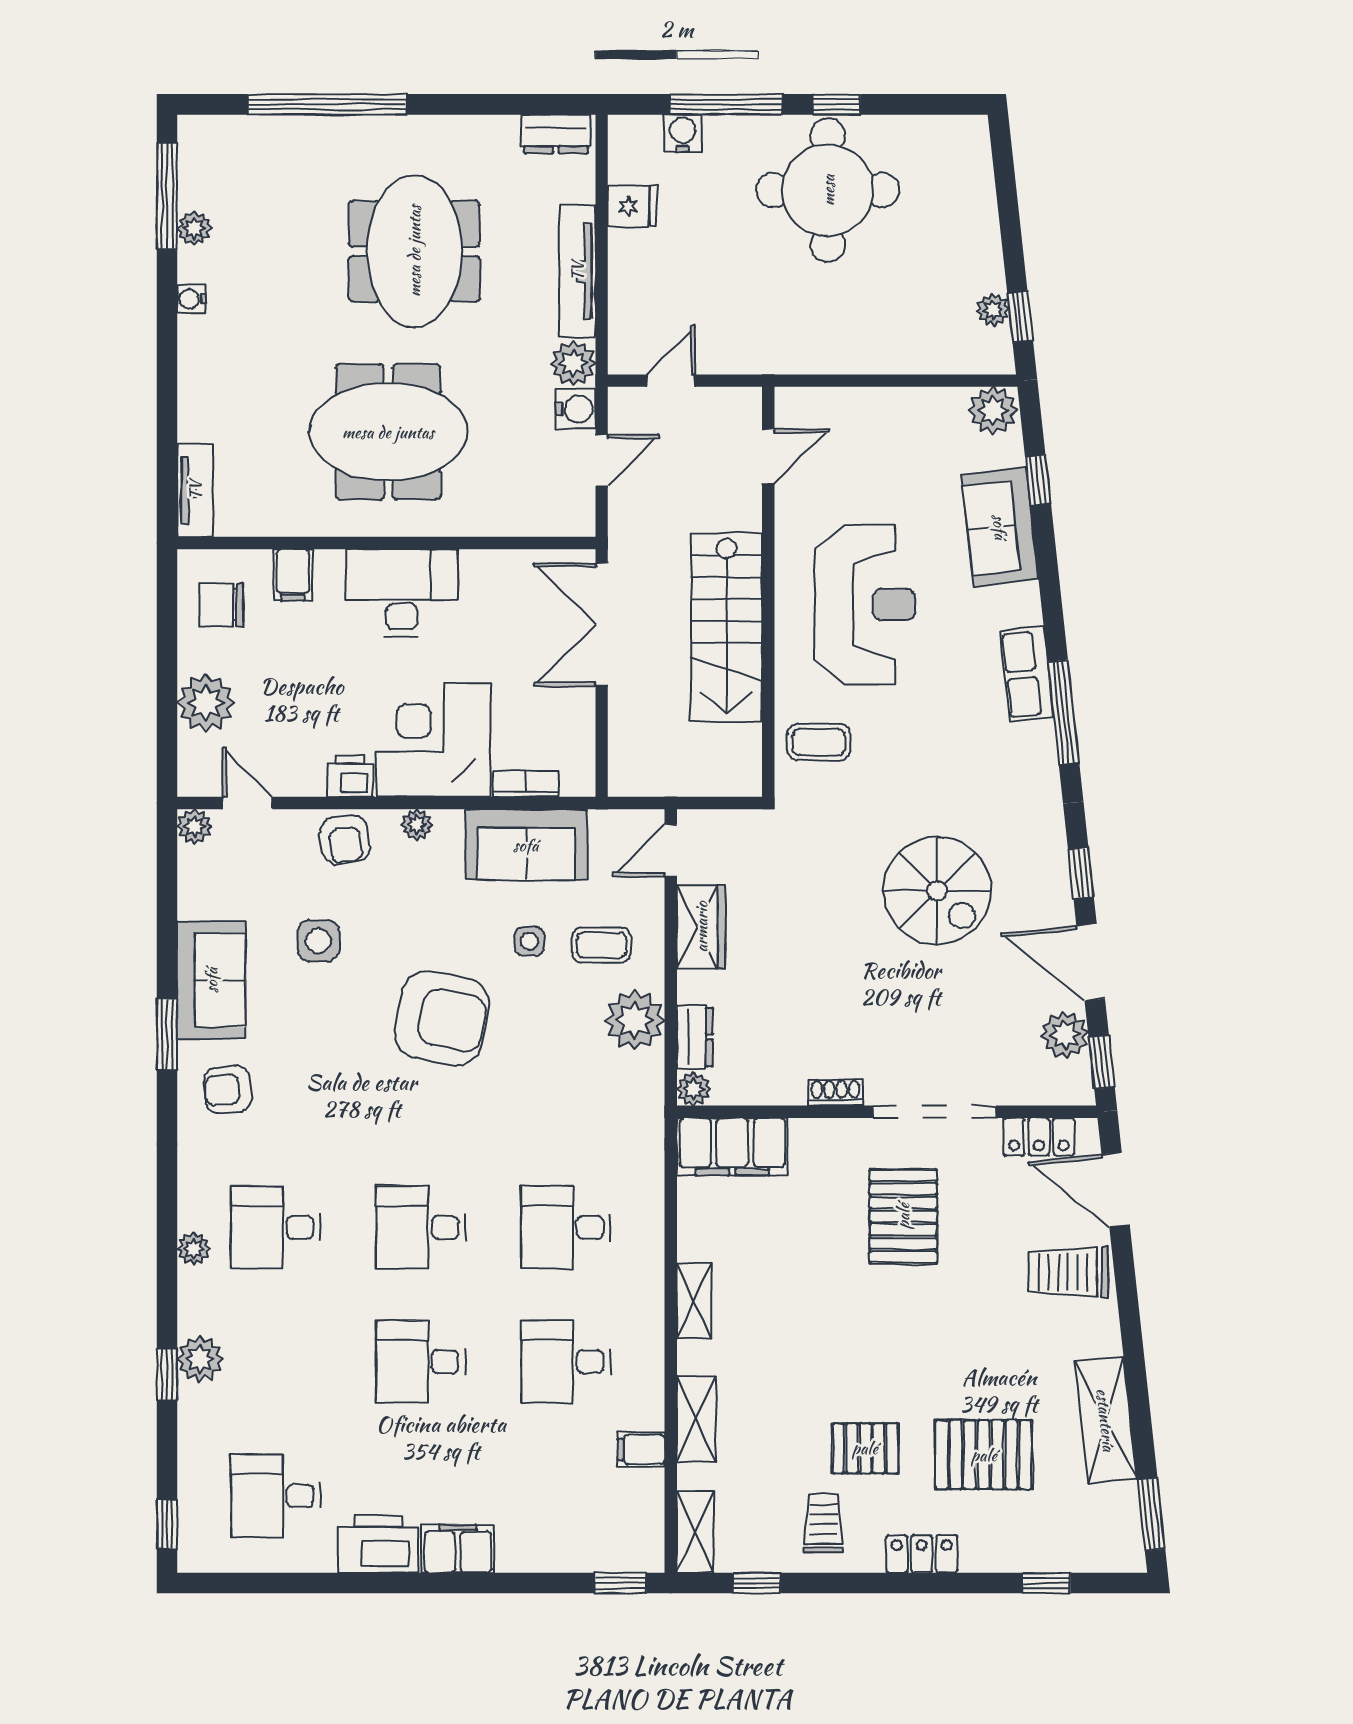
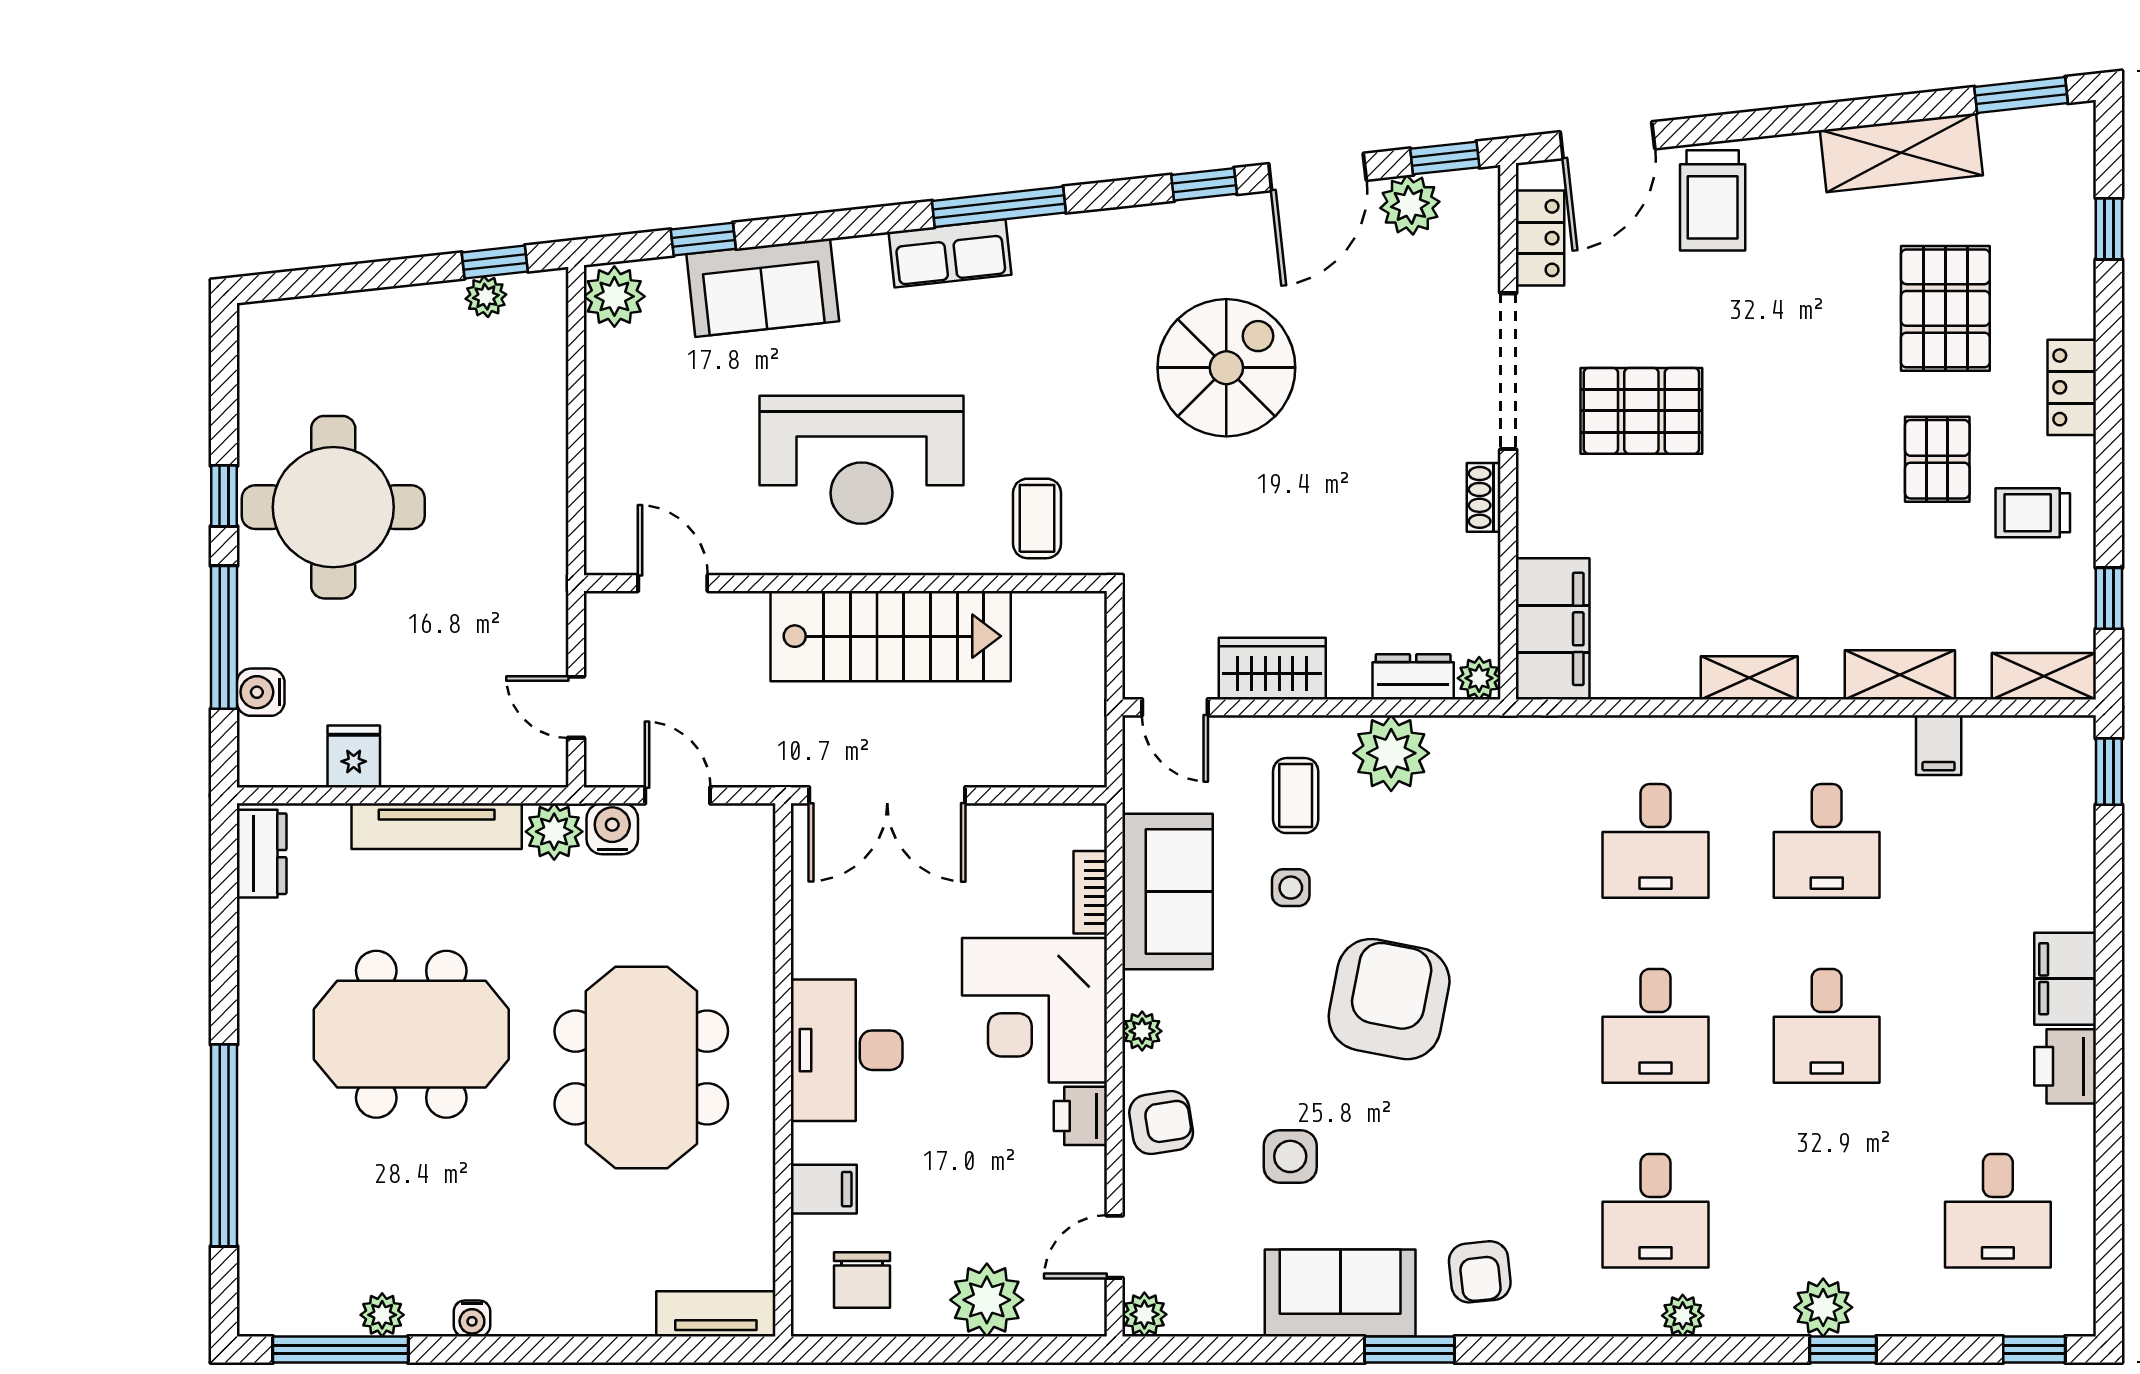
reception desk: (865, 604) -> (862, 460), turned 180
printer: (378, 1544) -> (2065, 1066), width x0.73, depth x0.84

